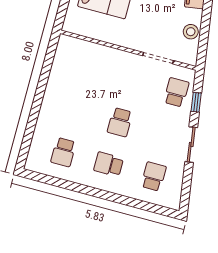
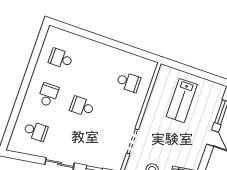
school desk: (176, 92) -> (128, 82), moved

